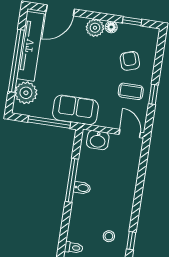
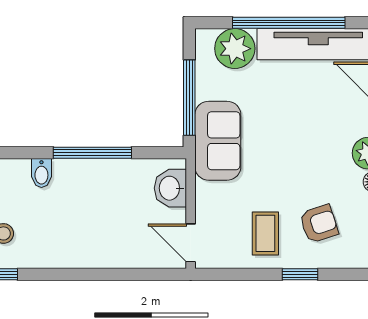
window: (153, 94) -> (300, 274), moved
door: (130, 133) -> (191, 243), swing flipped
bidet: (82, 188) -> (41, 173), moved

